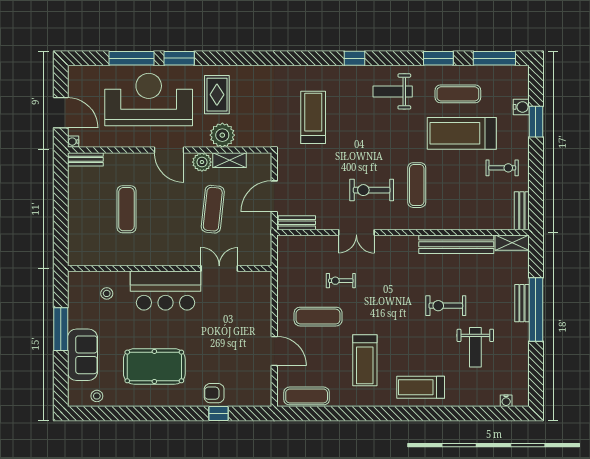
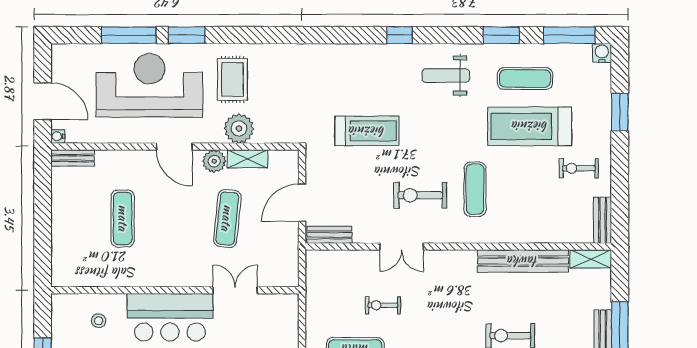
water cooler: (521, 107) -> (602, 53), moved, turned -90
treadmill: (313, 117) -> (367, 131), moved, turned 90
exercise bike: (502, 168) -> (579, 168), turned 180

